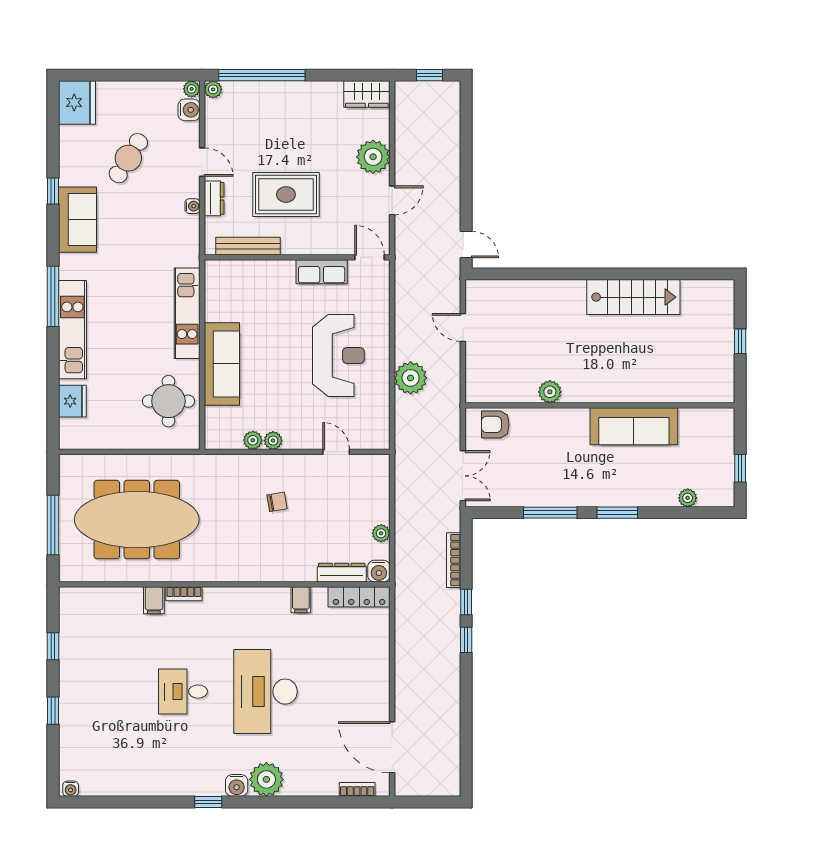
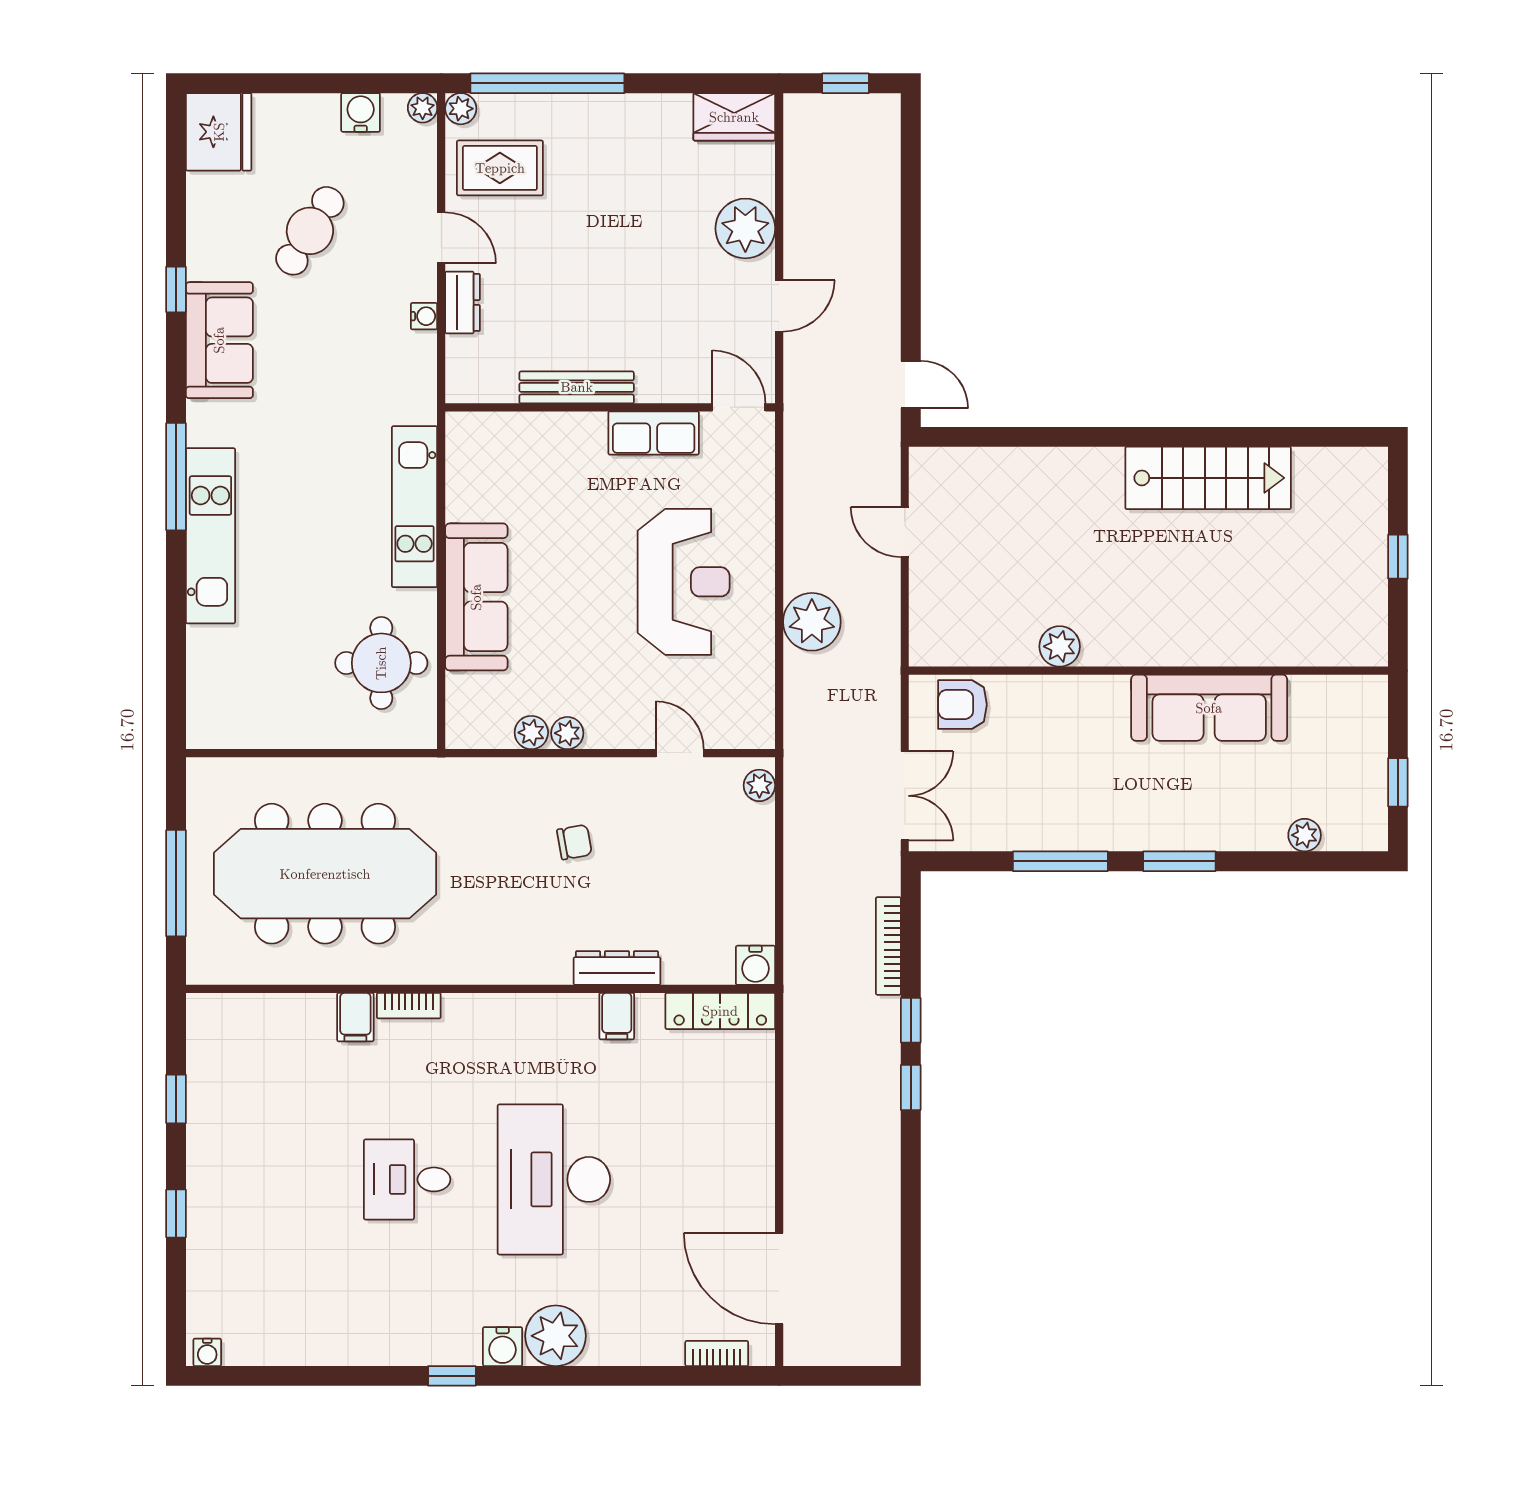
water cooler: (189, 110) -> (361, 112), moved, turned -90
rug: (286, 194) -> (500, 168), moved, width x0.73, depth x0.70
bench: (248, 246) -> (577, 387), moved
fridge: (72, 401) -> (210, 663), removed
plant: (381, 533) -> (759, 785), moved
dresser: (342, 573) -> (617, 968), moved

